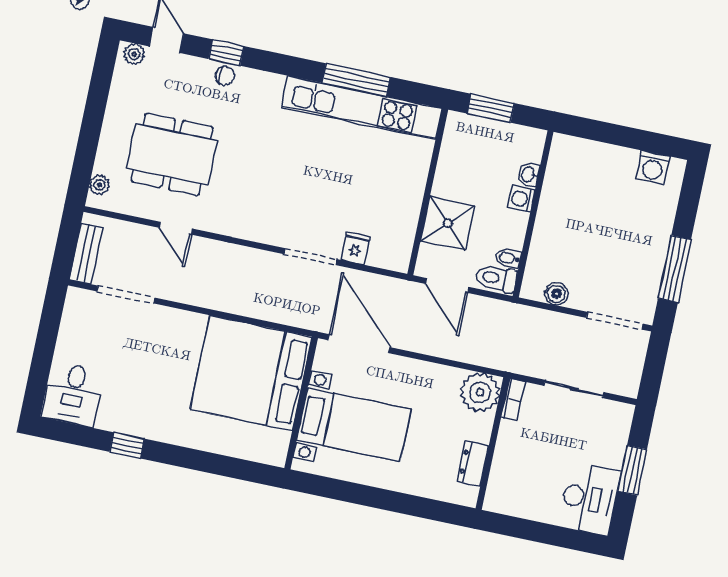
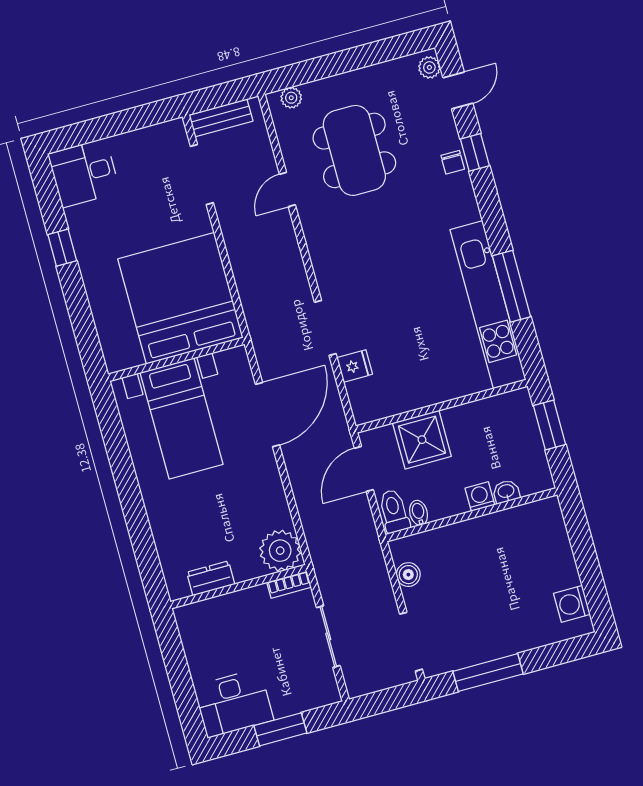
bed: (251, 373) -> (180, 298), moved
wall: (301, 403) -> (176, 359), moved
bed with nightstands: (354, 425) -> (182, 418), moved

